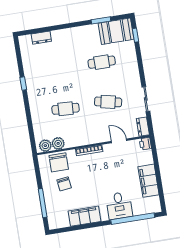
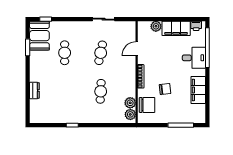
dresser: (41, 38) -> (34, 90), moved
dresser: (143, 127) -> (128, 26), removed
printer: (145, 144) -> (196, 26), moved
plant: (147, 158) -> (156, 26), added
chair: (64, 184) -> (165, 89), moved

